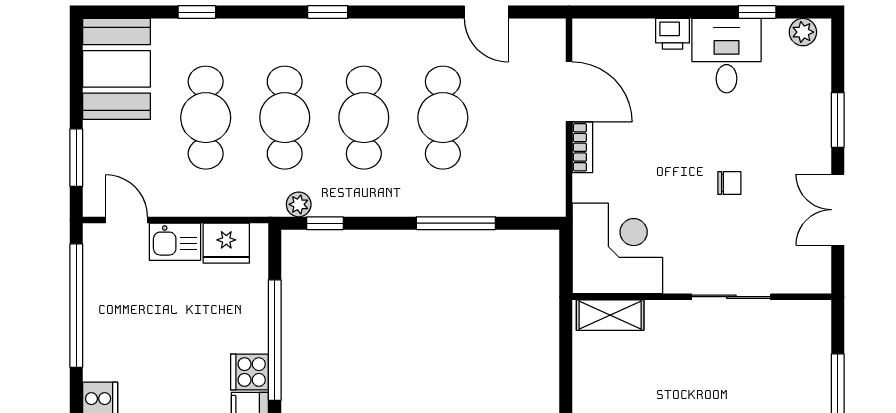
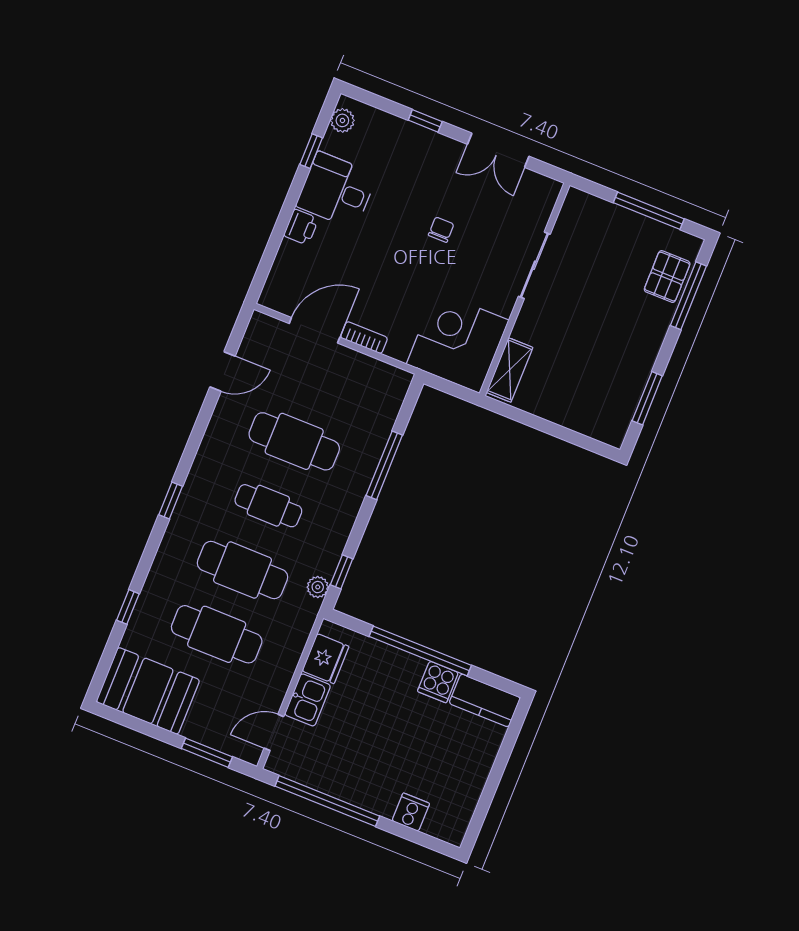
cafe table: (364, 118) -> (268, 506), width x0.73, depth x0.74
window: (838, 120) -> (425, 121), width x0.67

